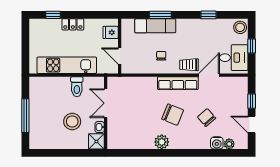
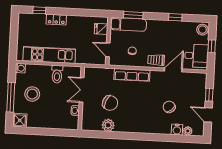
fridge: (111, 32) -> (101, 29), moved
wall: (120, 46) -> (108, 41), moved
door: (120, 56) -> (108, 50), moved
washing machine: (35, 82) -> (20, 68), added
row of seats: (178, 83) -> (132, 75), moved
chair: (173, 115) -> (110, 103), moved
stool: (72, 122) -> (32, 94), moved
shower: (96, 141) -> (20, 120), moved
plant: (162, 142) -> (108, 125), moved

